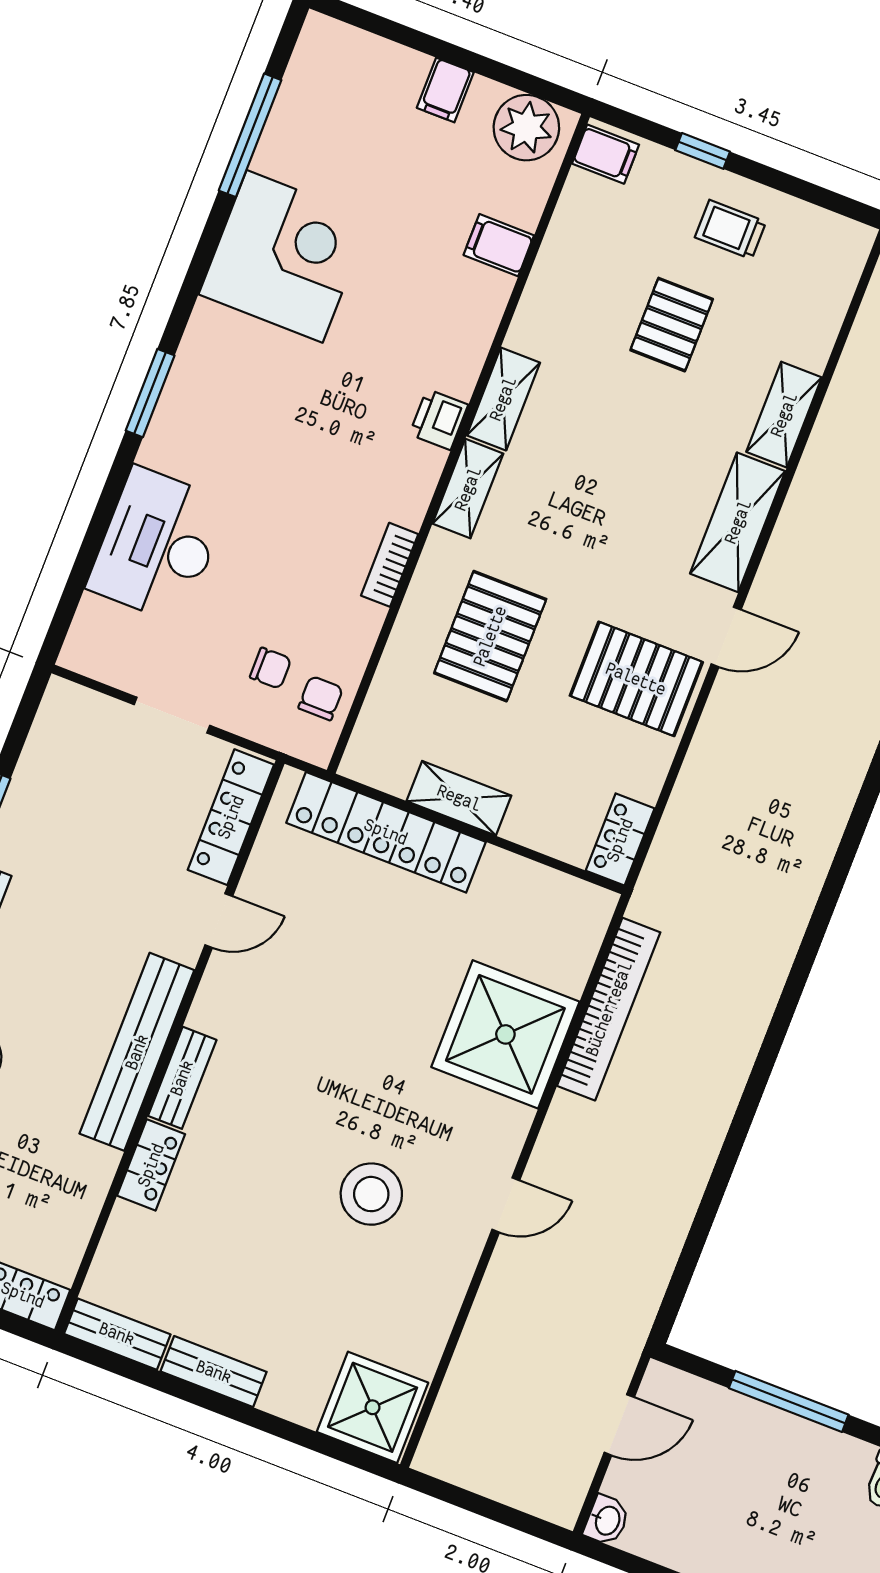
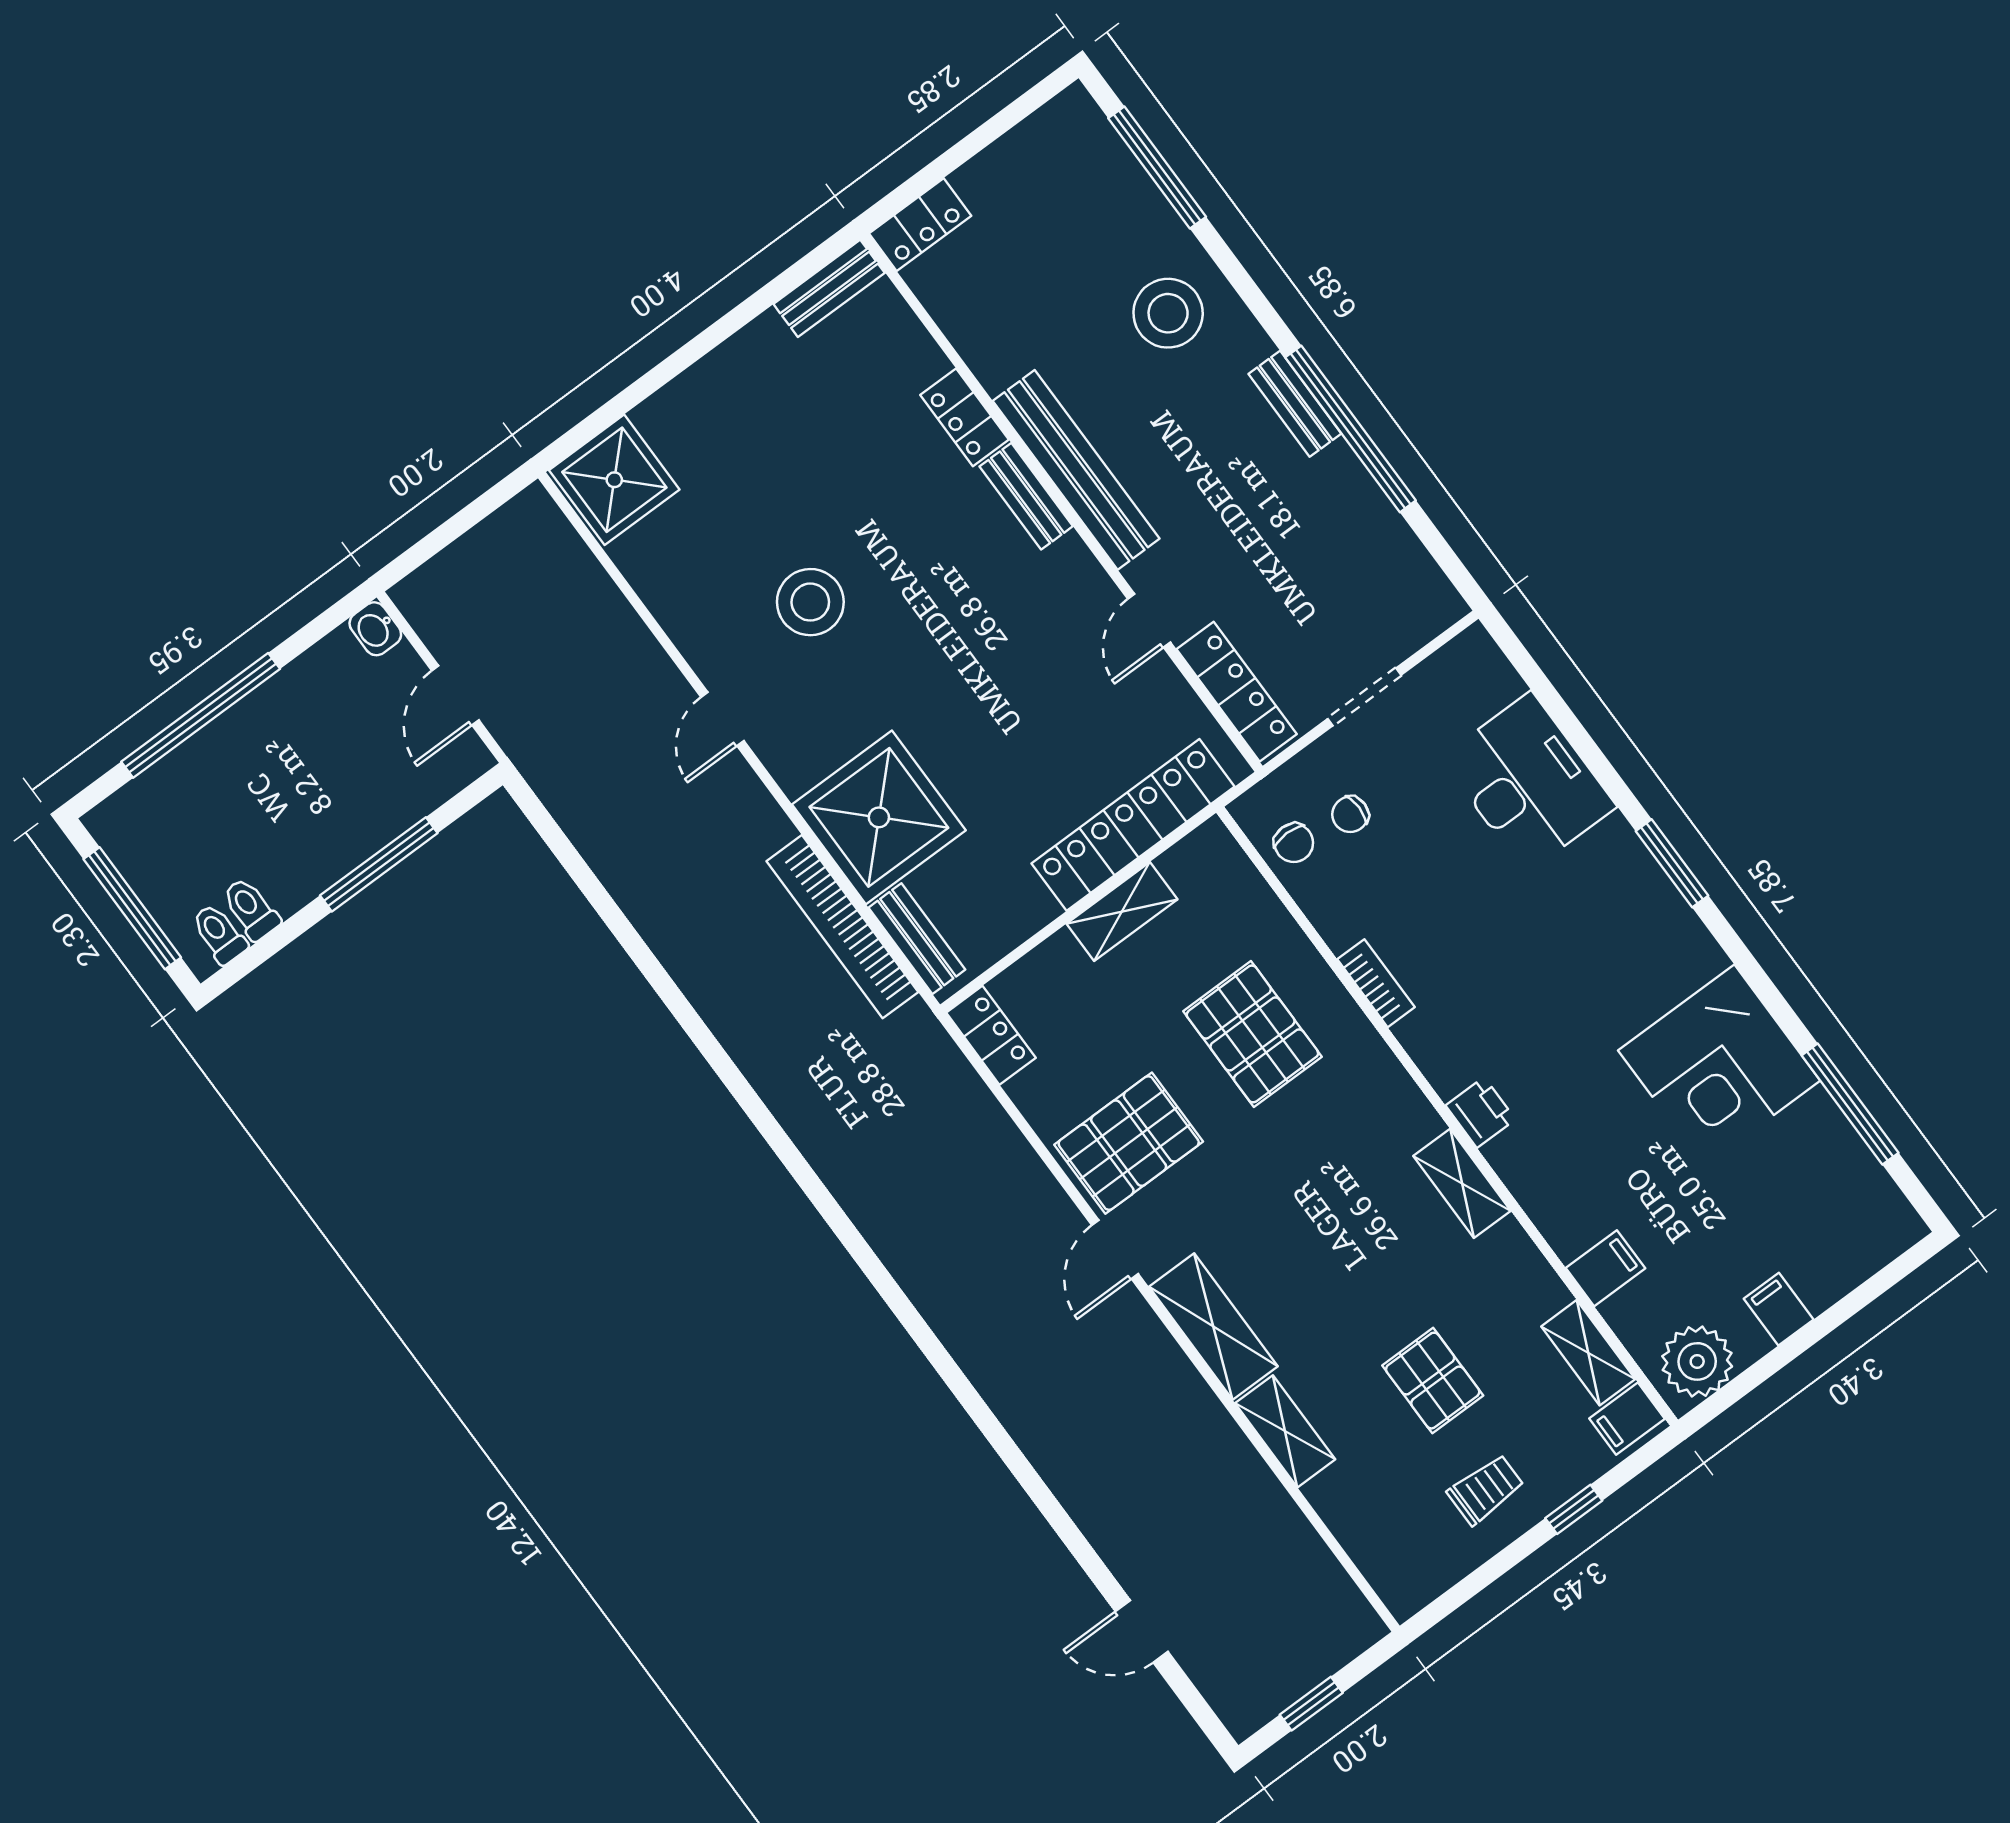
shelving: (468, 489) -> (1588, 1353), moved
bench: (214, 1372) -> (917, 939), moved, turned 90

